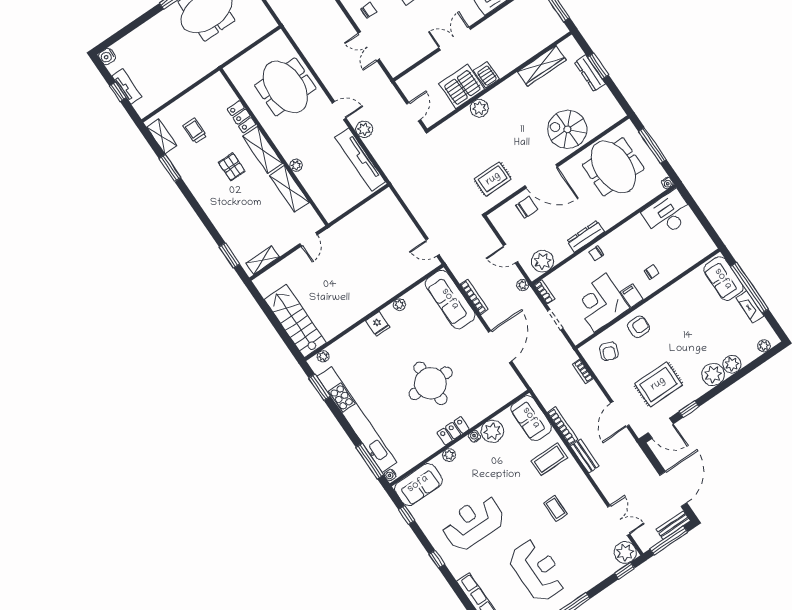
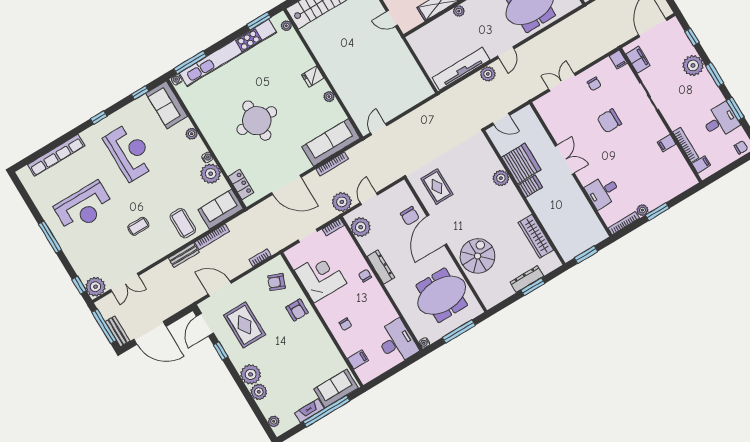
plant: (523, 285) -> (342, 202), width x1.87, depth x1.87
filing cabinet: (632, 296) -> (358, 360), moved
locker: (453, 431) -> (241, 185), moved

